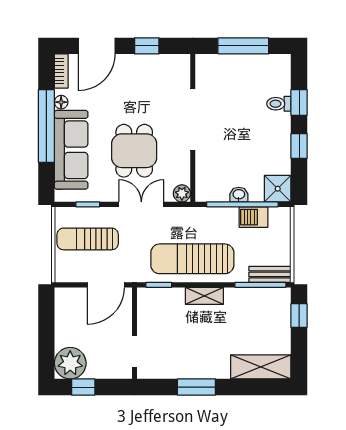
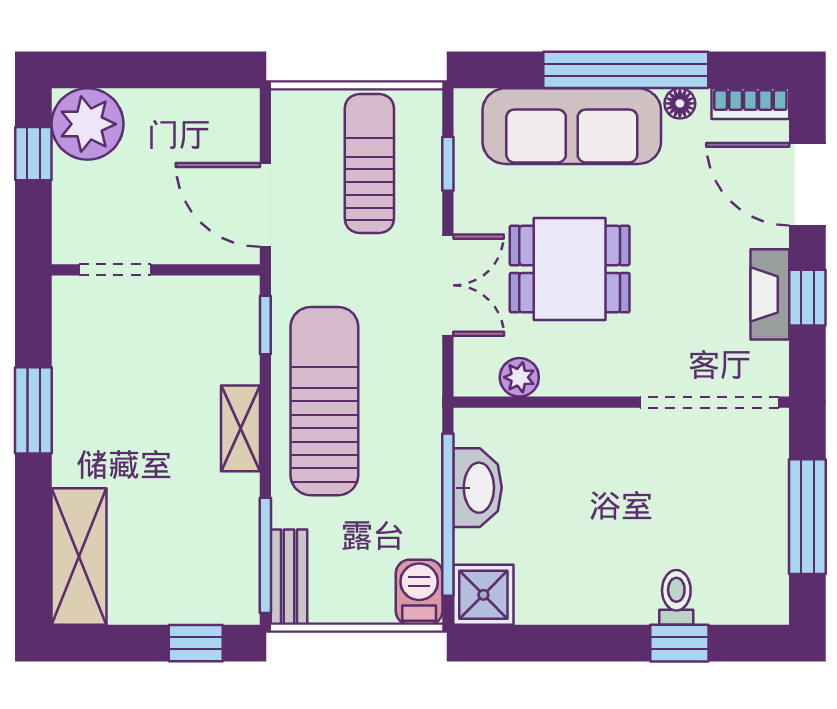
fireplace: (145, 62) -> (770, 294), added
doorway: (193, 119) -> (710, 402), moved
window: (299, 146) -> (581, 643), removed
plant: (182, 193) -> (519, 377), moved
washbasin: (239, 195) -> (477, 488), width x1.91, depth x1.45
barbecue: (253, 217) -> (419, 592), moved

